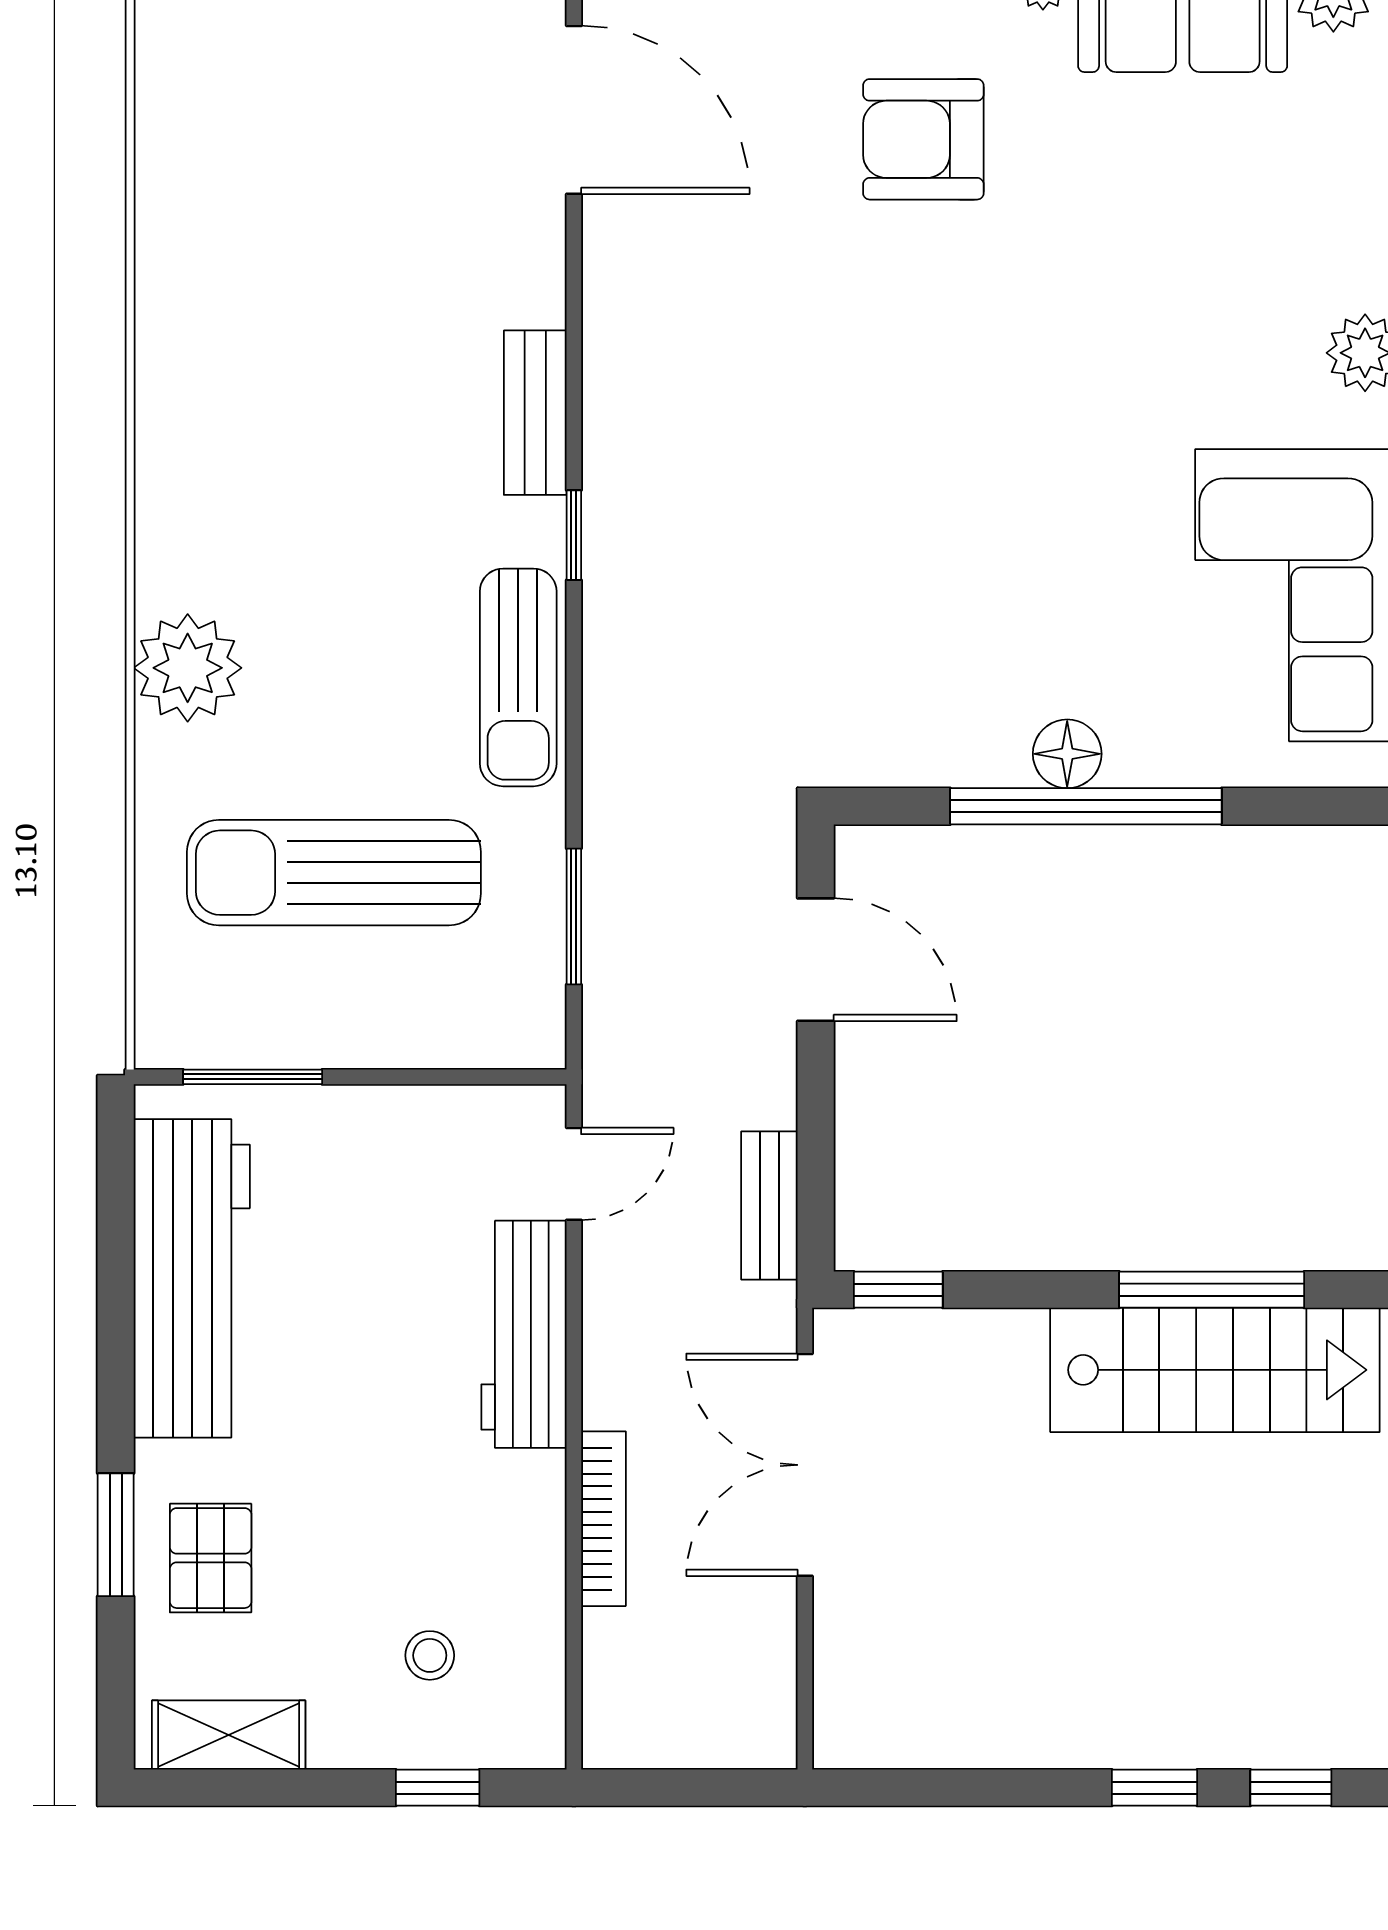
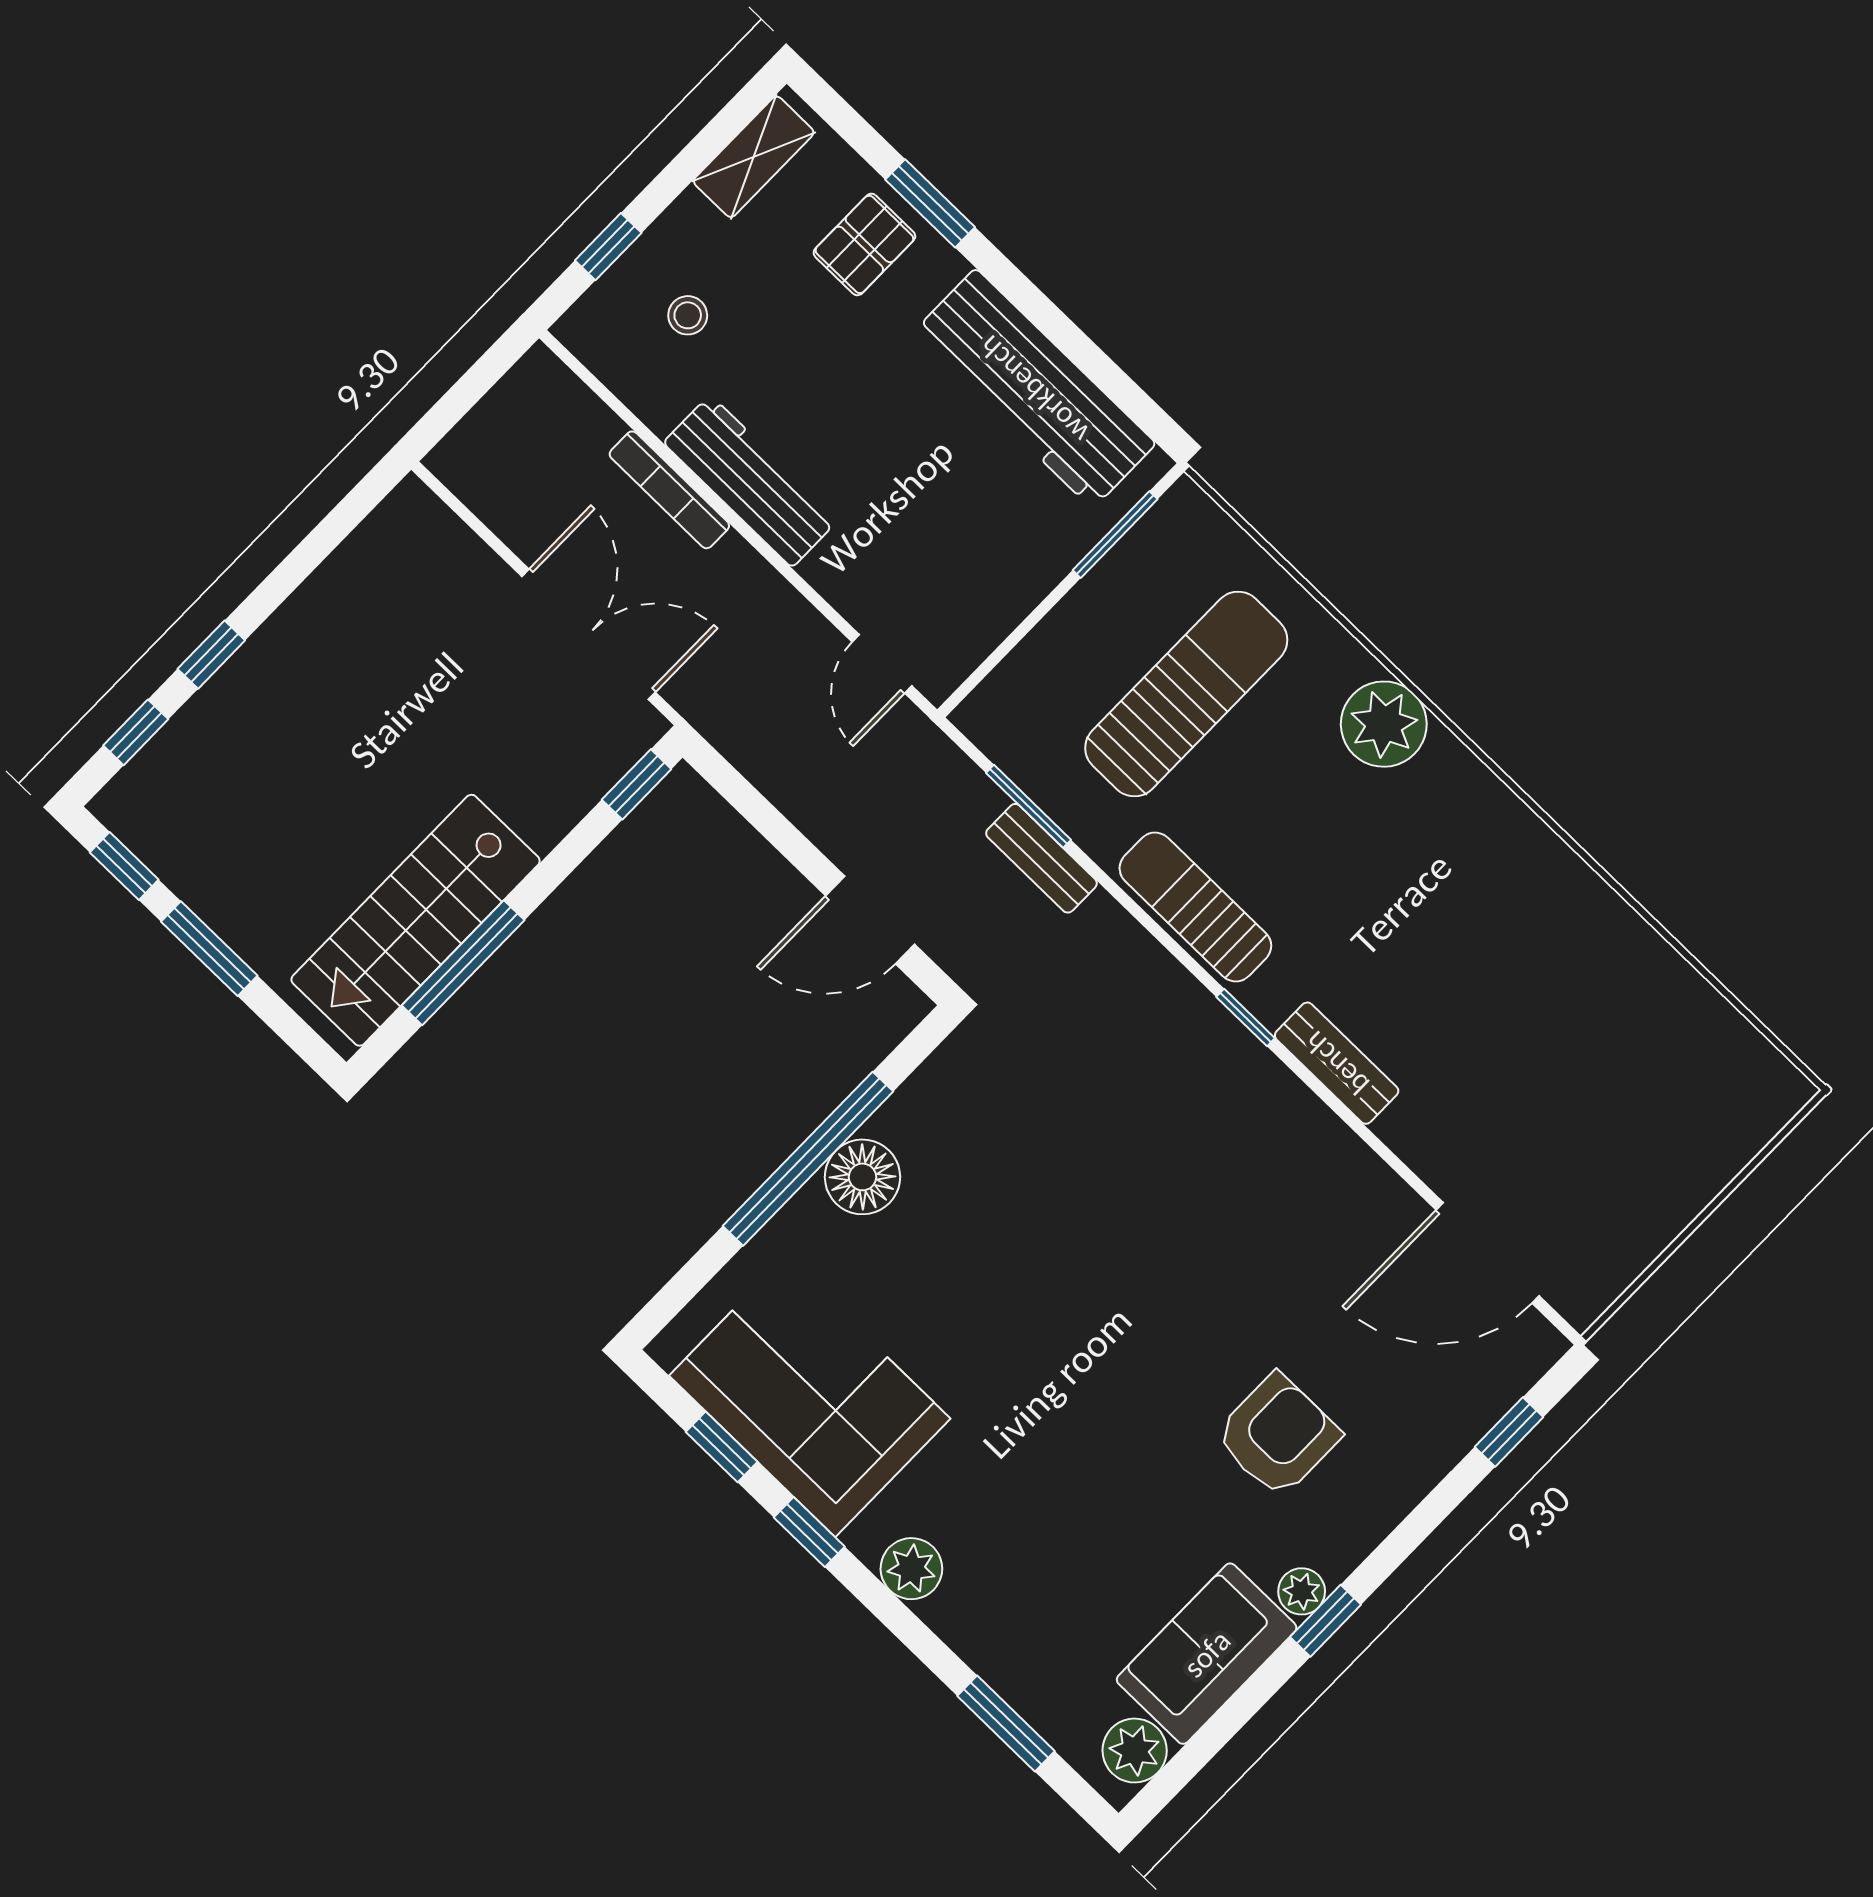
floor lamp: (1067, 754) -> (862, 1177), width x1.38, depth x1.38
bench: (769, 1205) -> (1041, 858), moved
workbench: (524, 1334) -> (751, 481), moved
pallet: (211, 1558) -> (864, 244), turned 90

